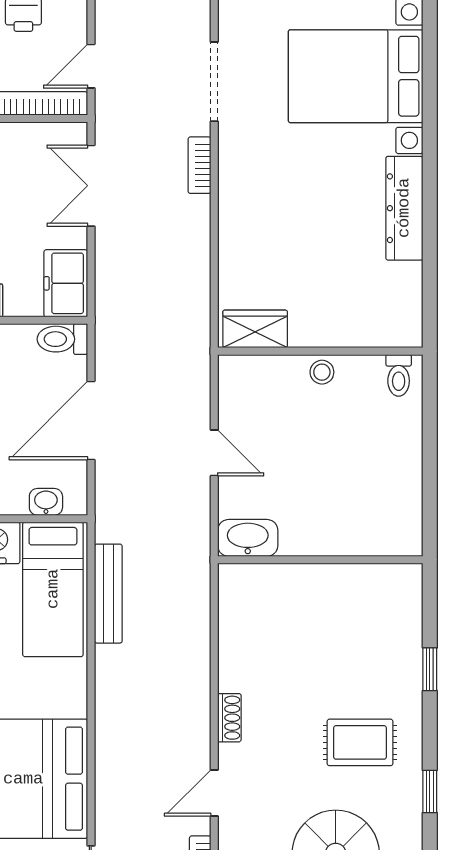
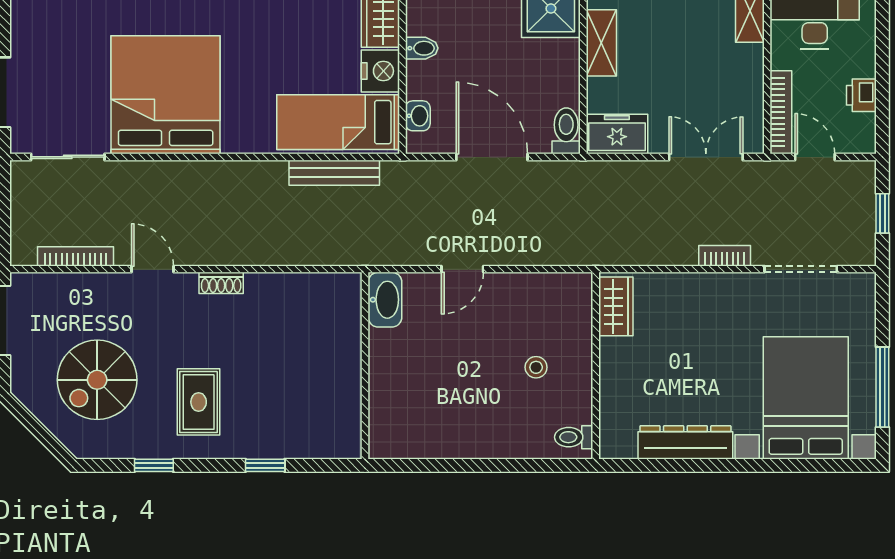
wardrobe: (255, 329) -> (616, 306), moved
wall: (320, 351) -> (596, 366), moved
toilet: (399, 375) -> (574, 437), moved

